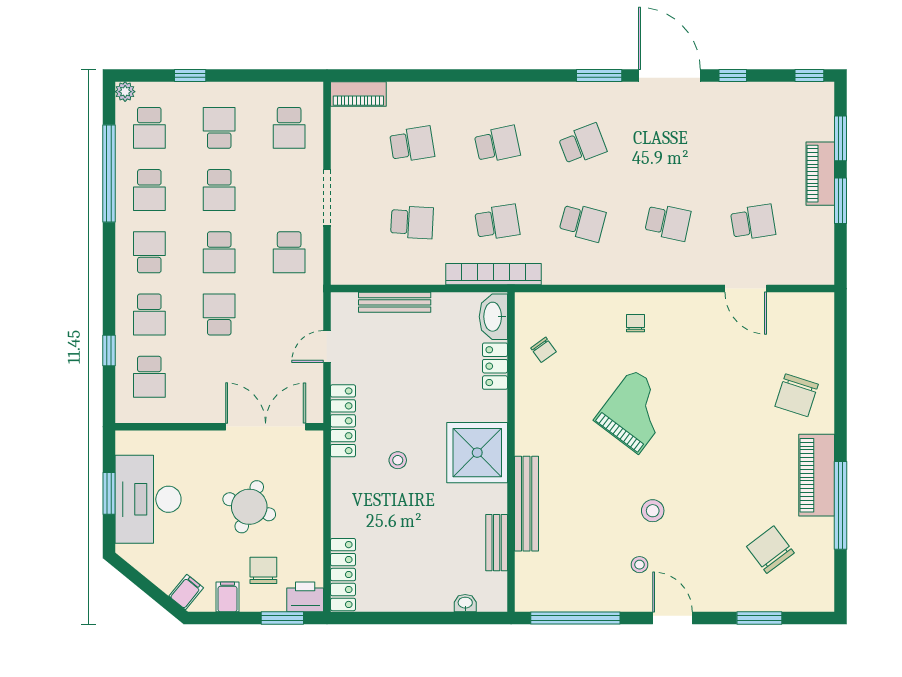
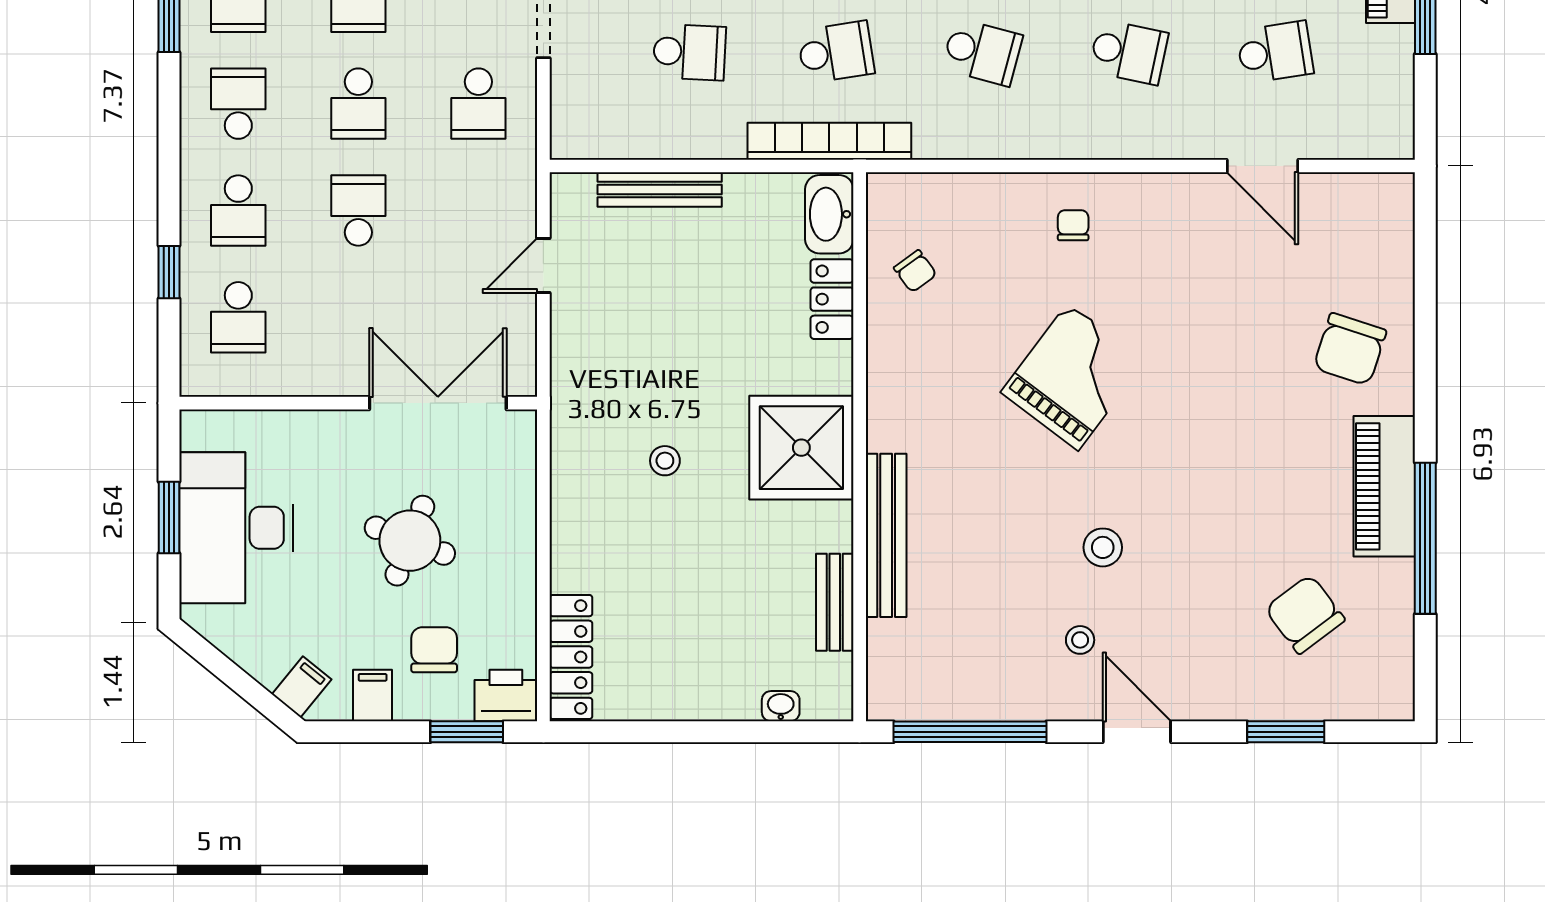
locker: (343, 421) -> (571, 393), removed

